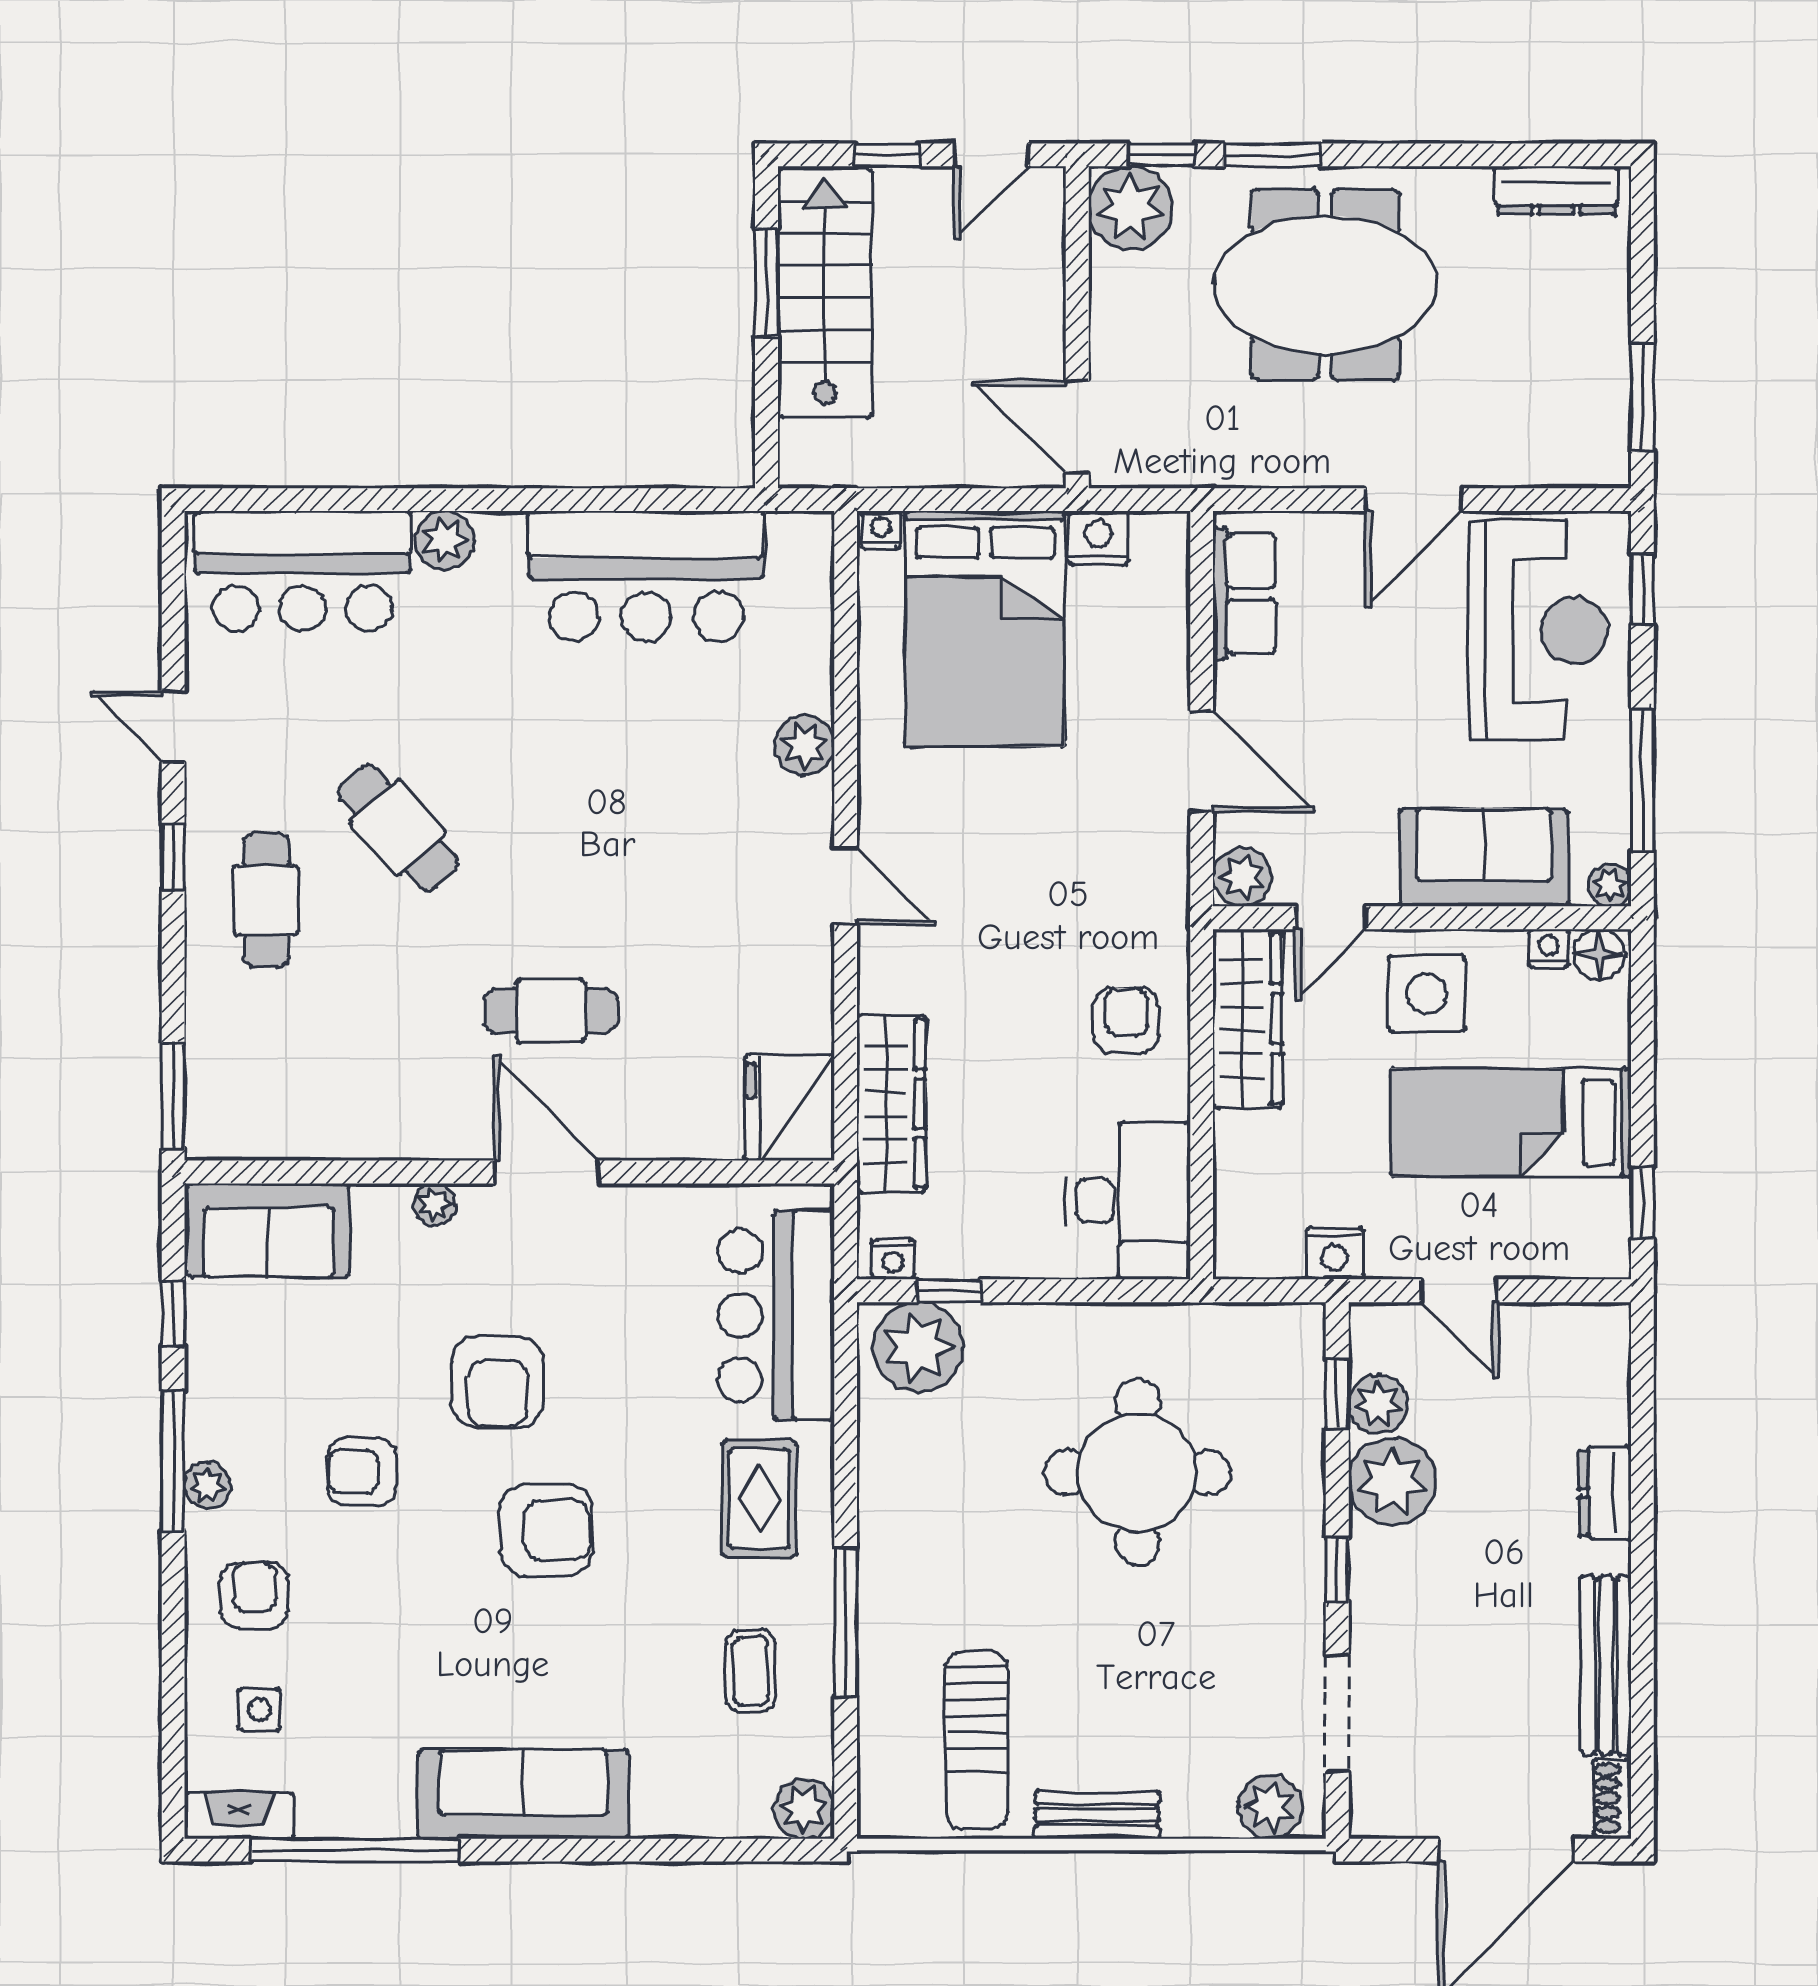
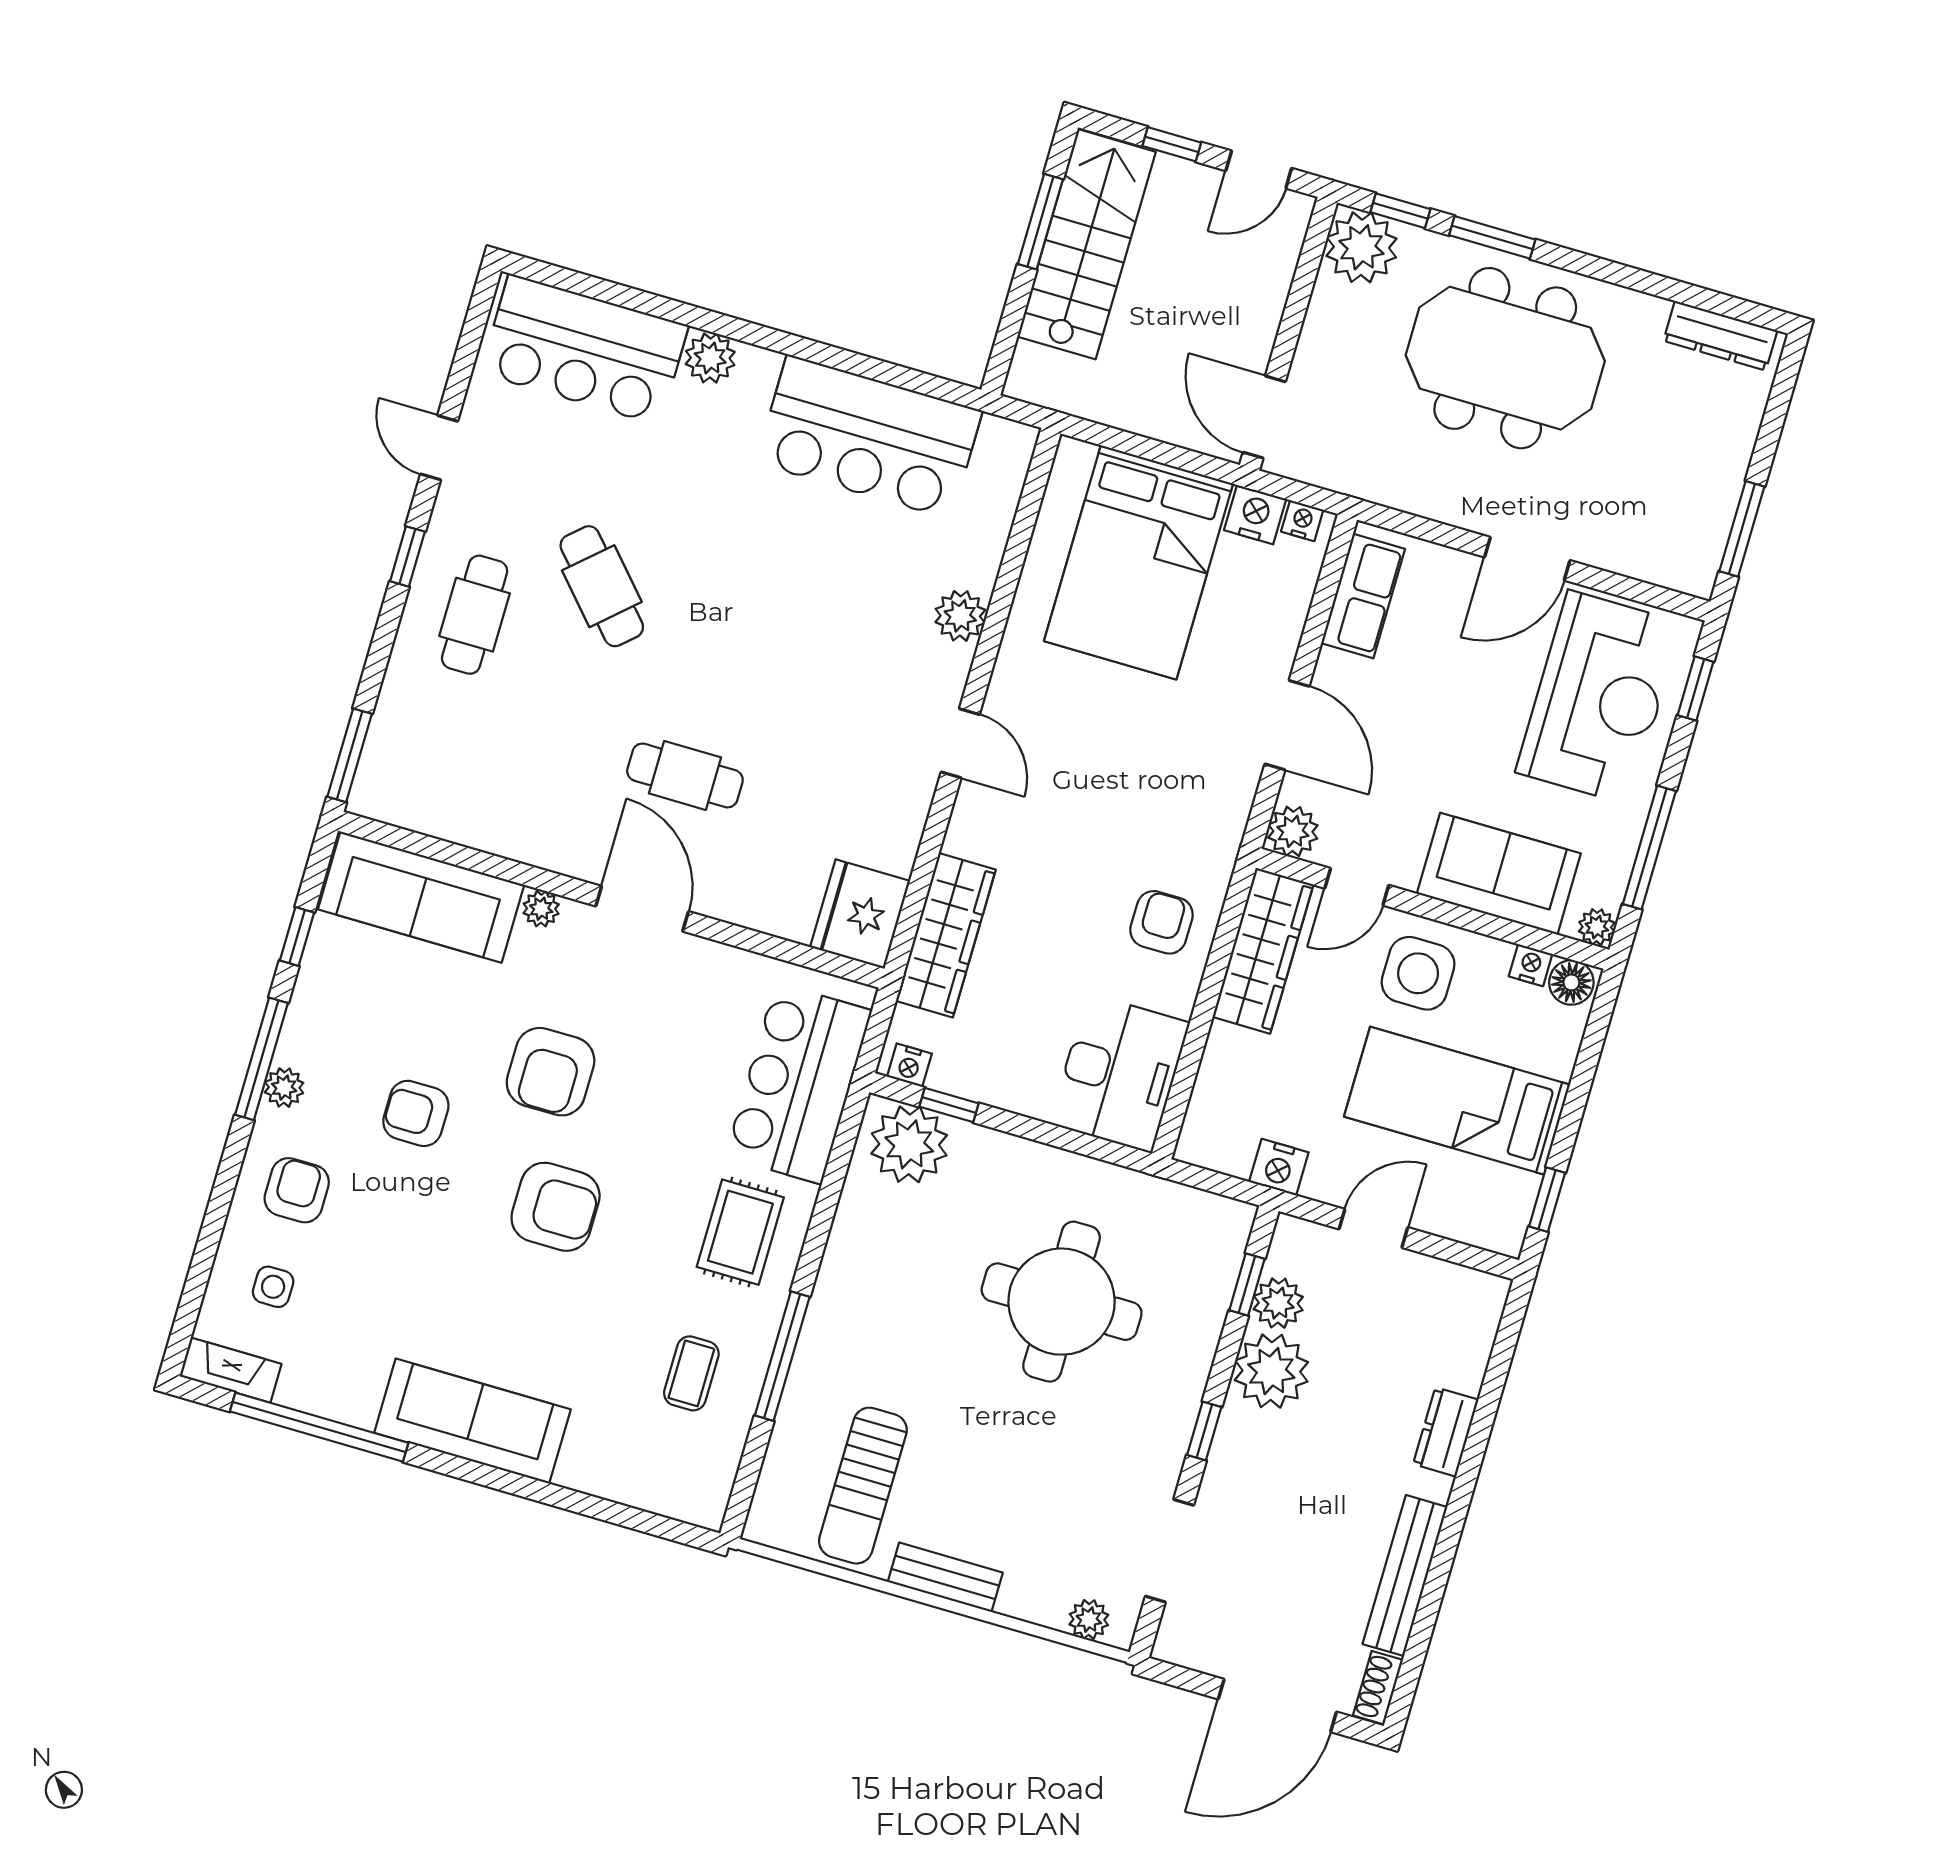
nightstand: (881, 530) -> (1302, 521), moved
sofa: (269, 1230) -> (421, 897), width x1.36
door: (1459, 1291) -> (1373, 1228), swing flipped
plant: (1270, 1807) -> (1089, 1620), width x0.73, depth x0.73
plant: (804, 1808) -> (703, 1501), removed

